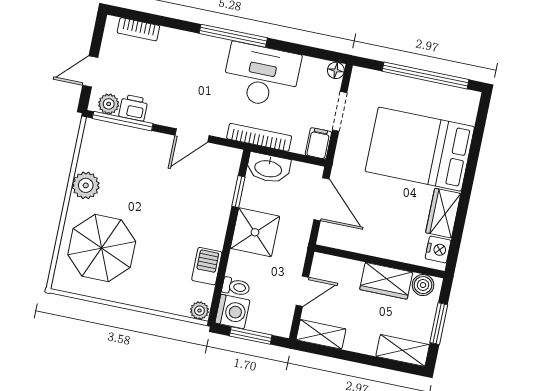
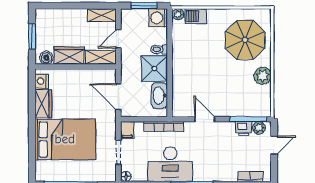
door: (192, 135) -> (205, 119), hinge flipped
washbasin: (268, 168) -> (159, 96), moved, turned -90
window: (238, 192) -> (170, 91), removed
barbecue: (207, 266) -> (196, 16), moved, turned 90
toilet: (236, 287) -> (159, 49), moved
shelving: (403, 350) -> (101, 57), moved

